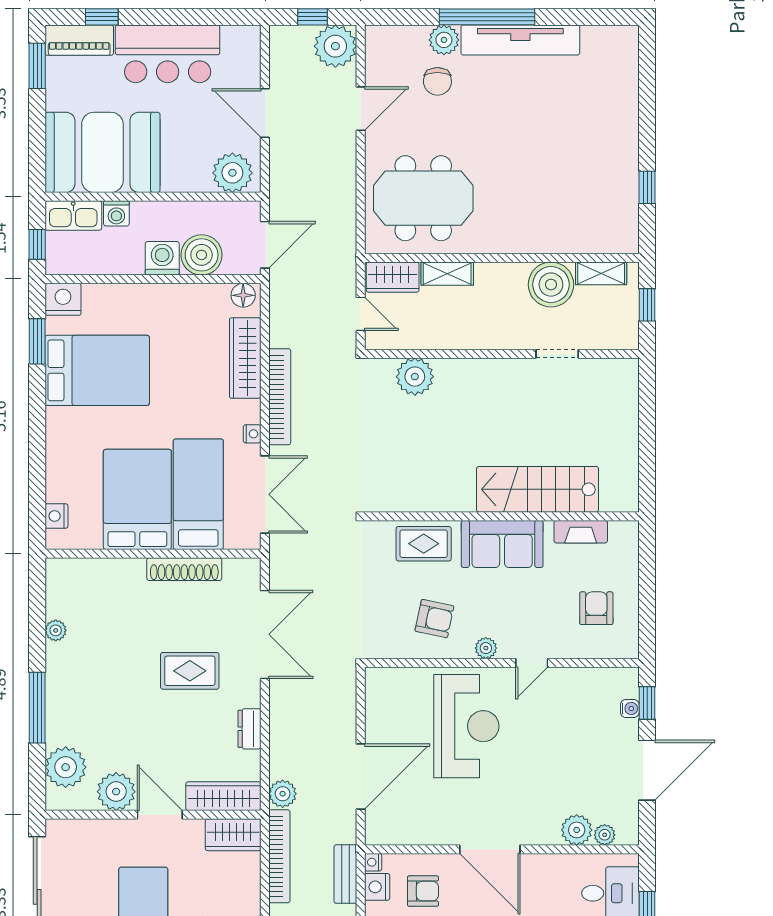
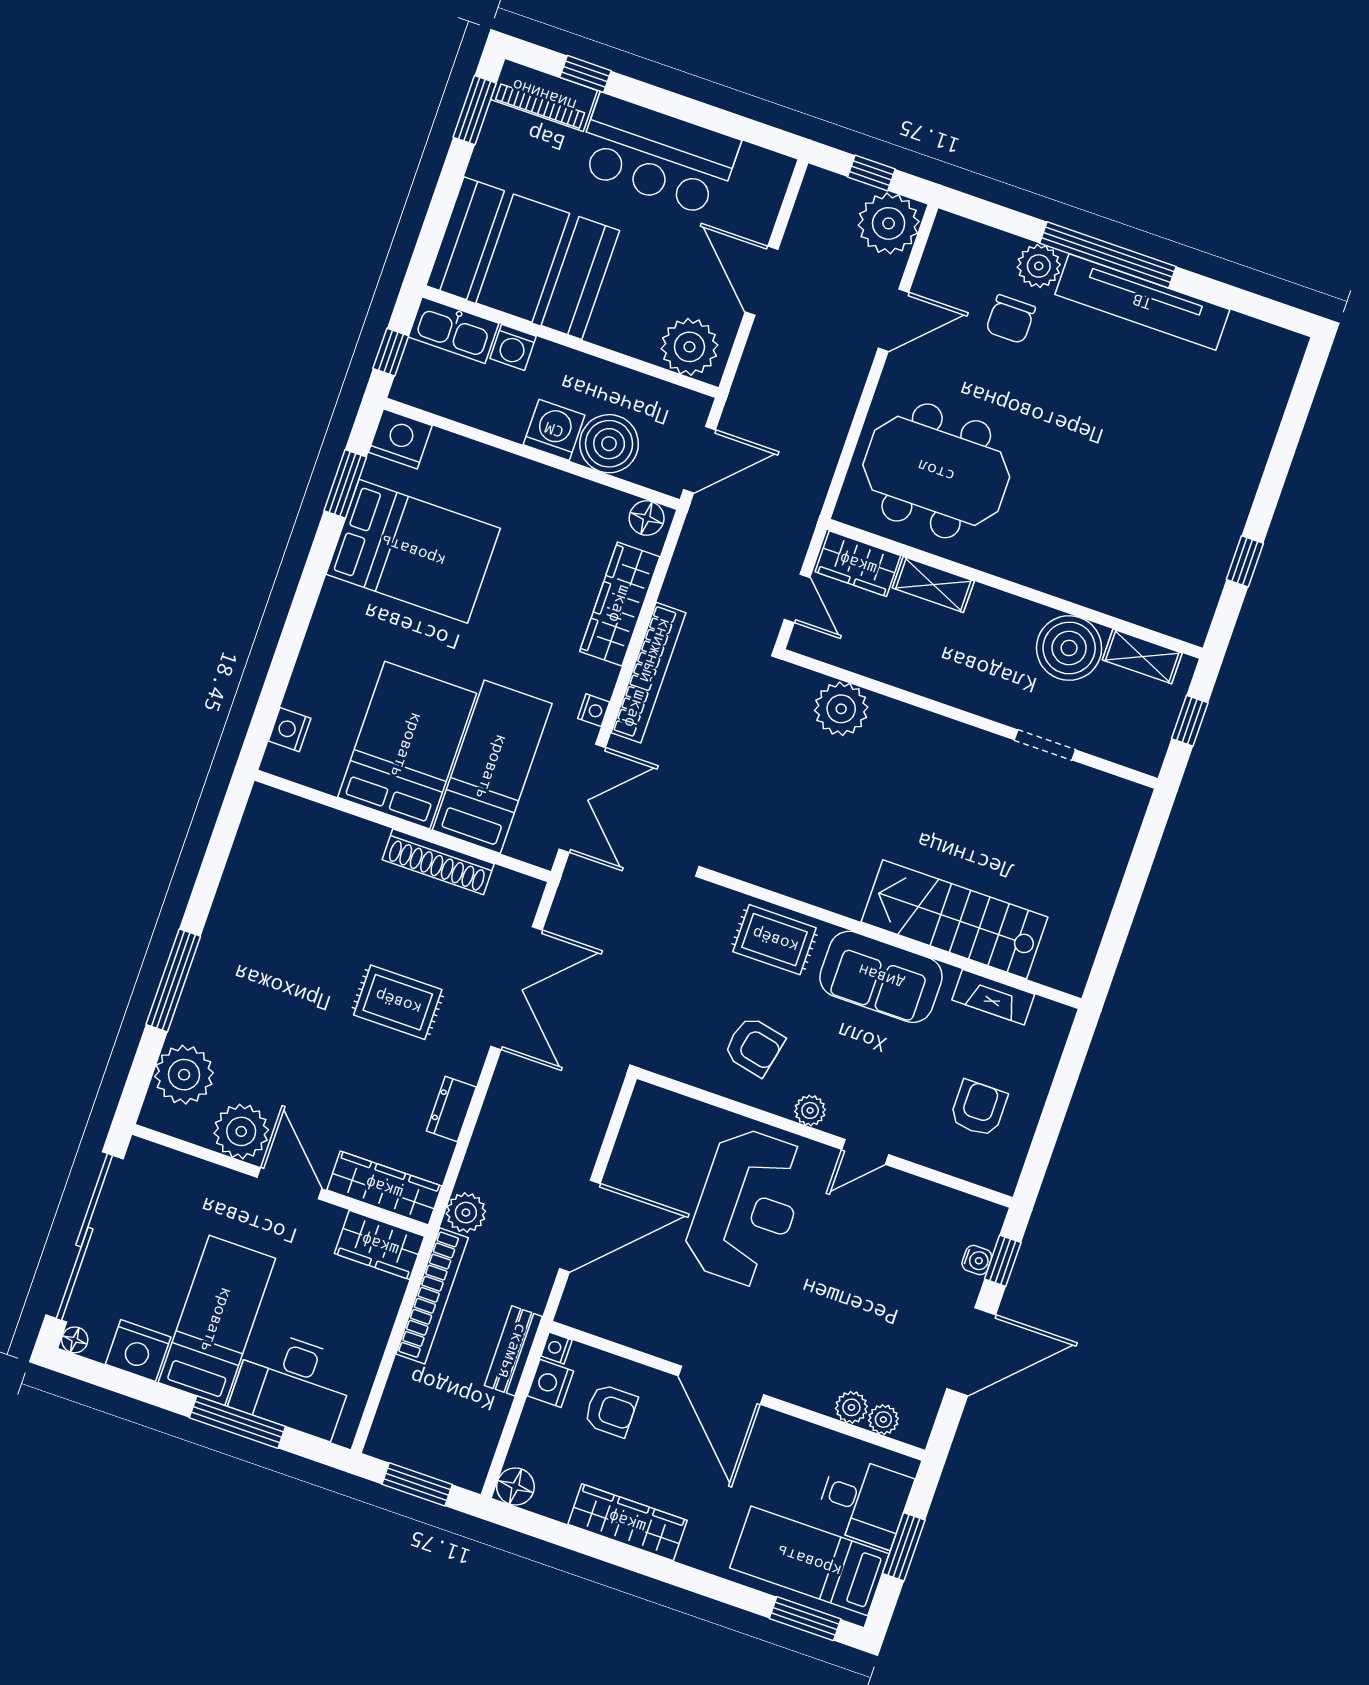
plant: (56, 630) -> (235, 884), removed
plant: (577, 830) -> (851, 1407), width x0.73, depth x0.73

